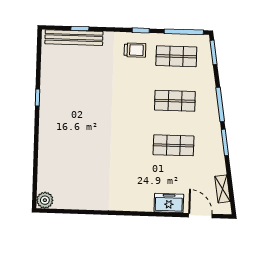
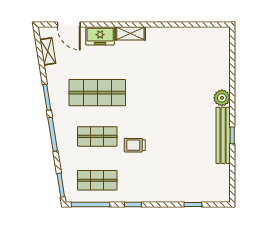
bench: (74, 38) -> (223, 135), moved, turned 90
trolley: (135, 50) -> (135, 145), moved
shop shelf: (174, 145) -> (97, 93), width x1.43, depth x1.36
plant: (45, 200) -> (222, 98), moved
shelving: (138, 205) -> (130, 33), added

